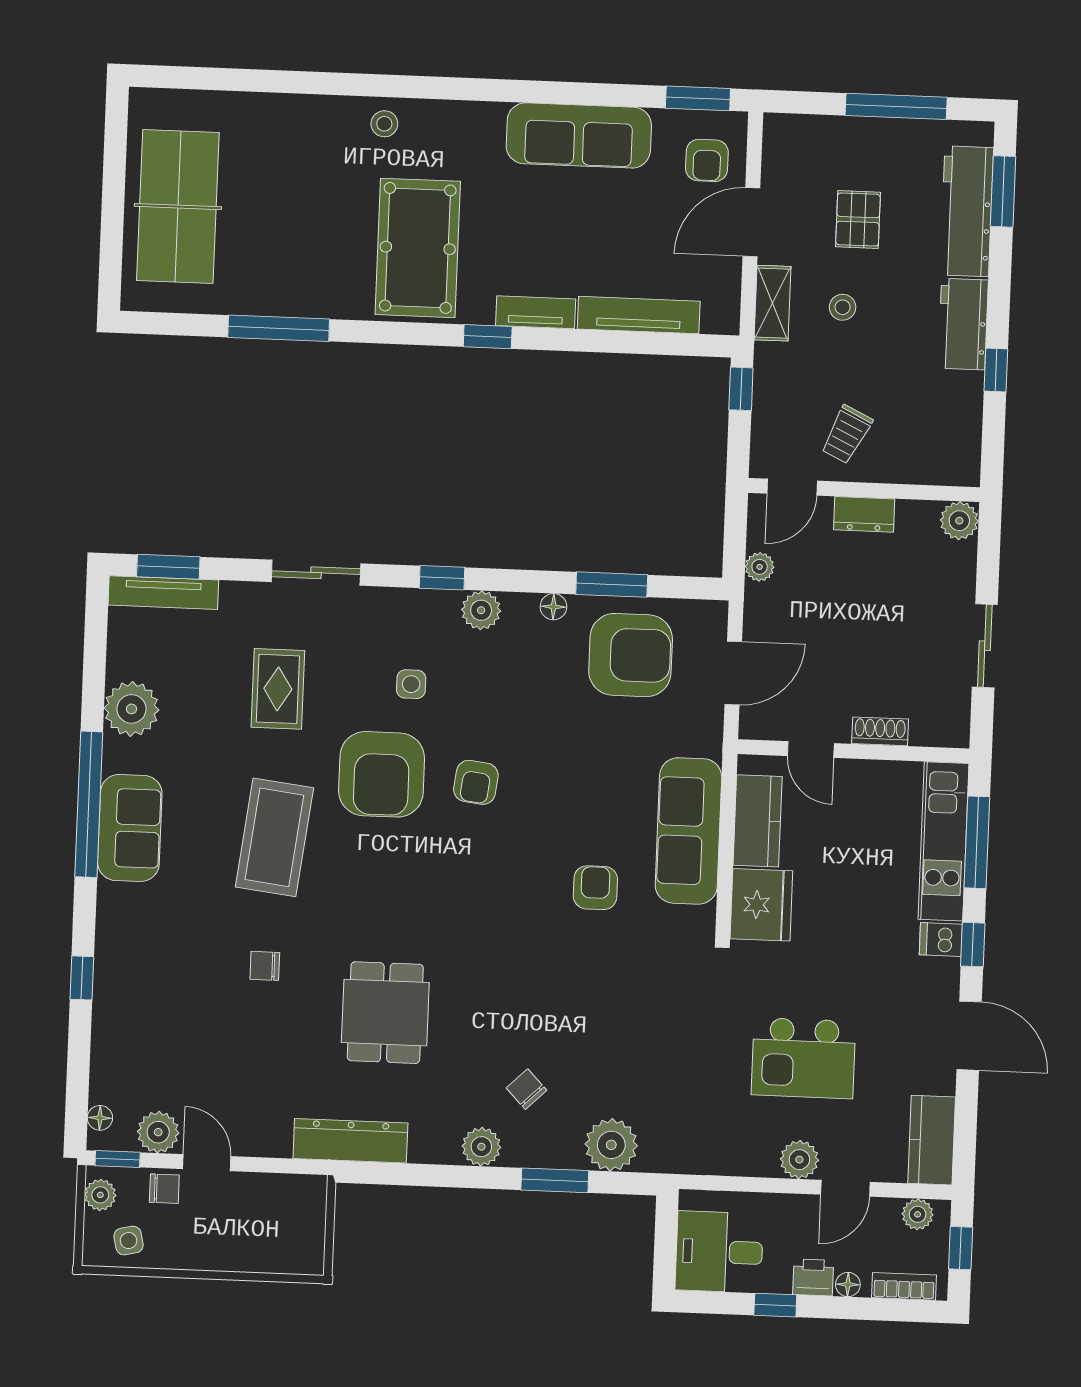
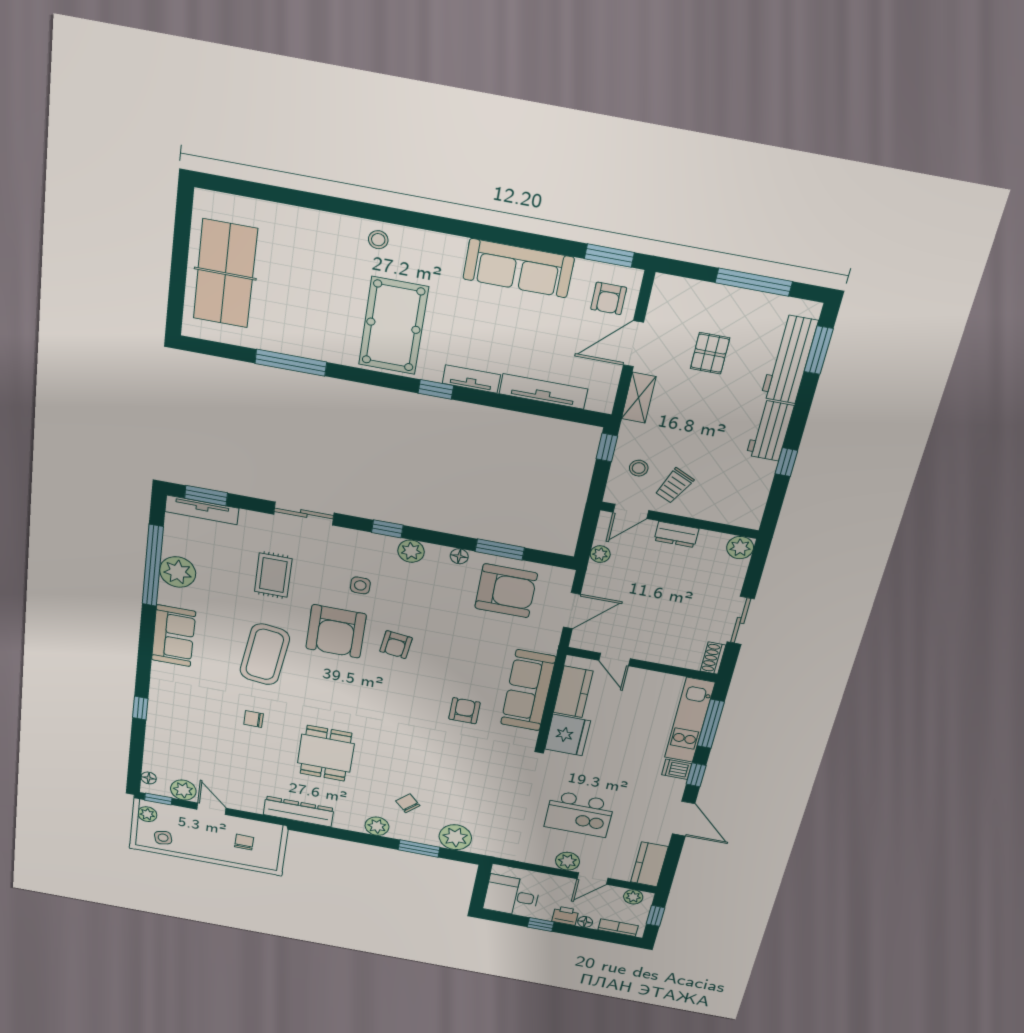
stool: (843, 307) -> (639, 468), moved
shoe rack: (880, 731) -> (713, 658), moved, turned -90
window: (89, 804) -> (153, 566), moved
chair: (164, 1189) -> (244, 842), moved, turned -89

